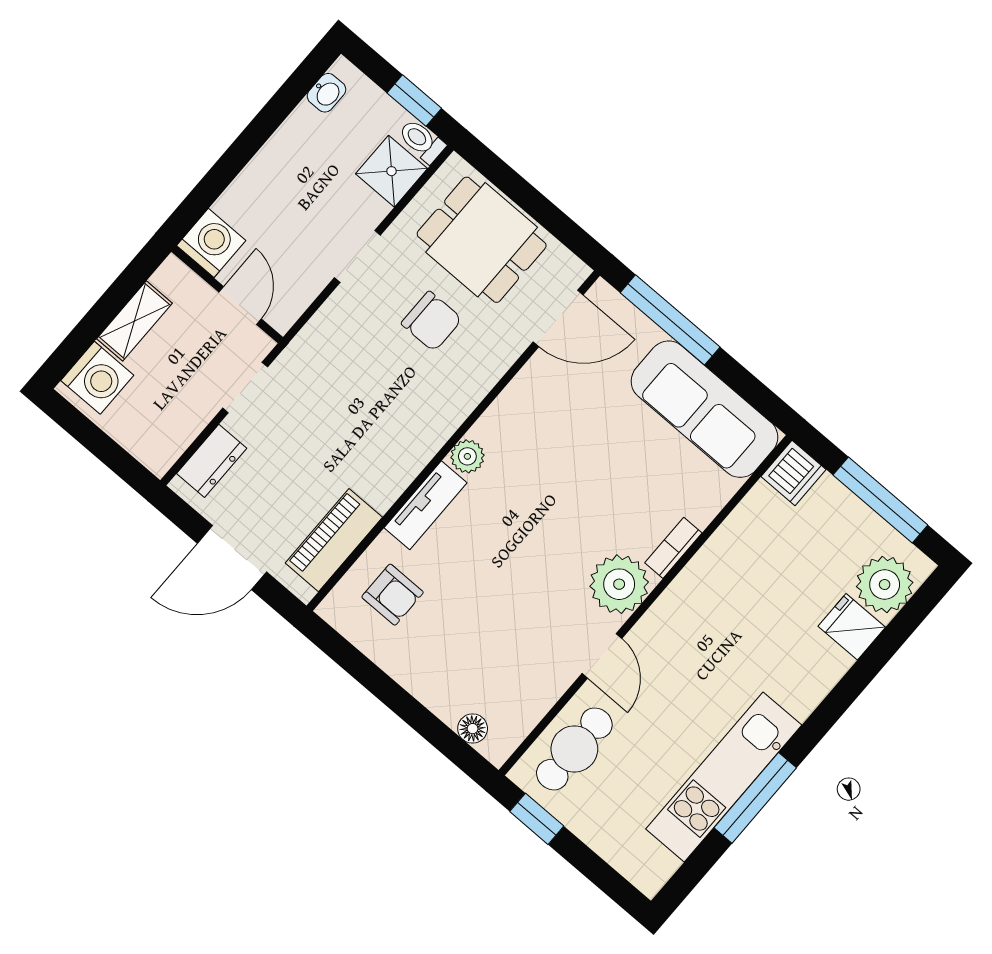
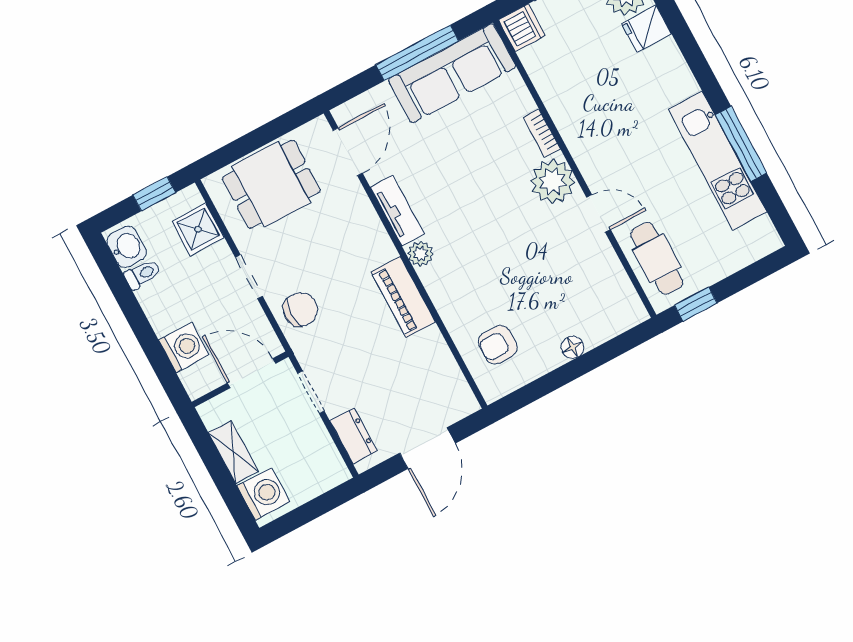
washbasin: (326, 93) -> (127, 247), width x1.38, depth x1.45
toilet: (422, 141) -> (142, 274), moved, turned 180
washing machine: (211, 243) -> (184, 348), moved, turned 90
door: (240, 306) -> (251, 373), width x1.38
window: (670, 320) -> (417, 53), moved
chair: (432, 321) -> (301, 310), moved
tv unit: (425, 505) -> (397, 211), moved
piano: (334, 540) -> (403, 297), moved
armchair: (393, 595) -> (498, 345), turned 180
floor lamp: (473, 729) -> (573, 347), moved

